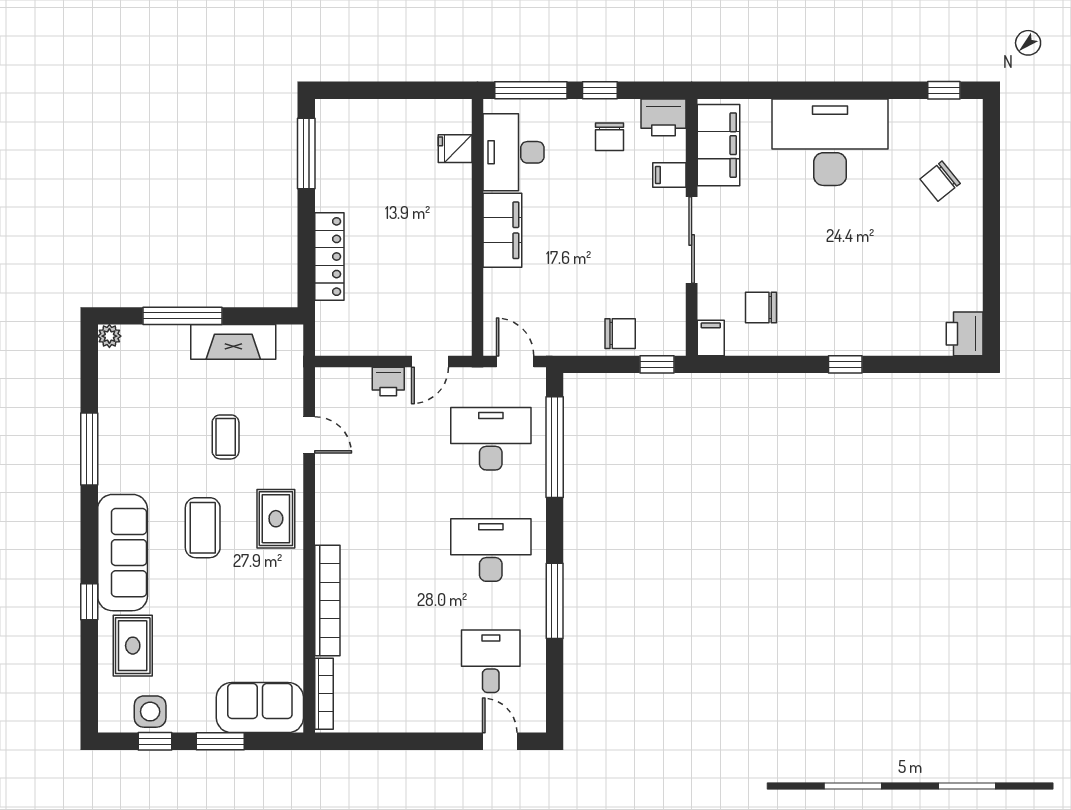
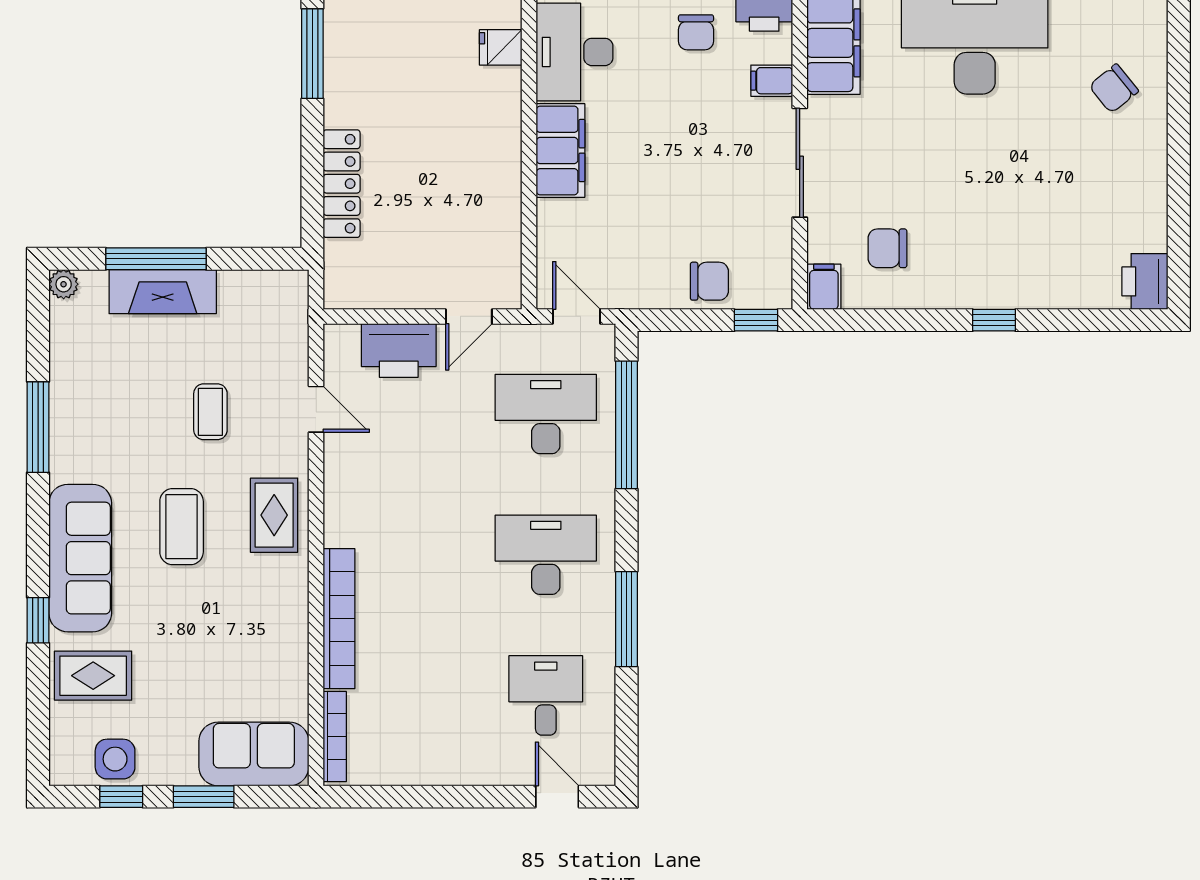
fireplace: (233, 342) -> (163, 292), moved
printer: (388, 382) -> (399, 351), width x1.87, depth x1.48
rug: (133, 646) -> (93, 676), turned 90

